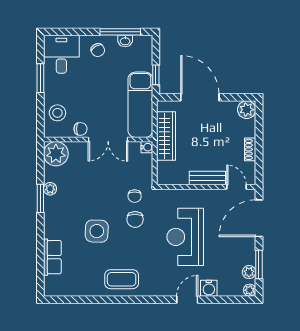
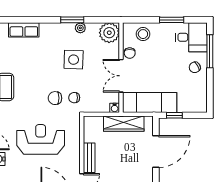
window: (120, 32) -> (210, 51), moved
washbasin: (125, 41) -> (202, 90), removed
side table: (97, 231) -> (74, 60), moved

